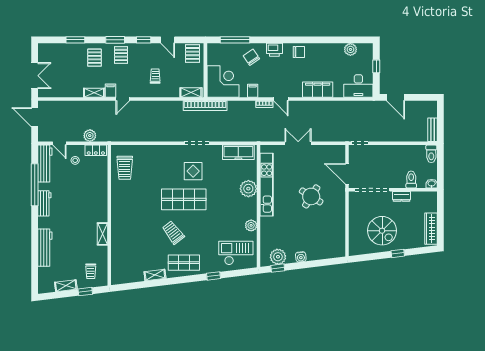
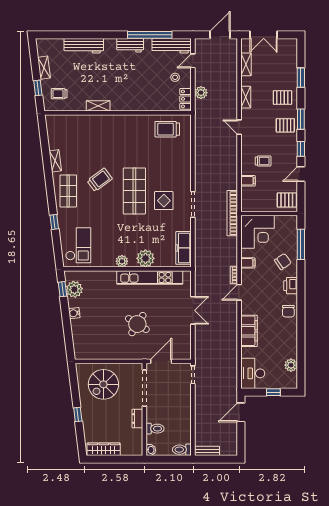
filing cabinet: (110, 91) -> (248, 181), moved
shelving: (191, 92) -> (246, 64), moved
plant: (251, 225) -> (122, 261), moved
spiral stairs: (382, 231) -> (103, 384), moved

